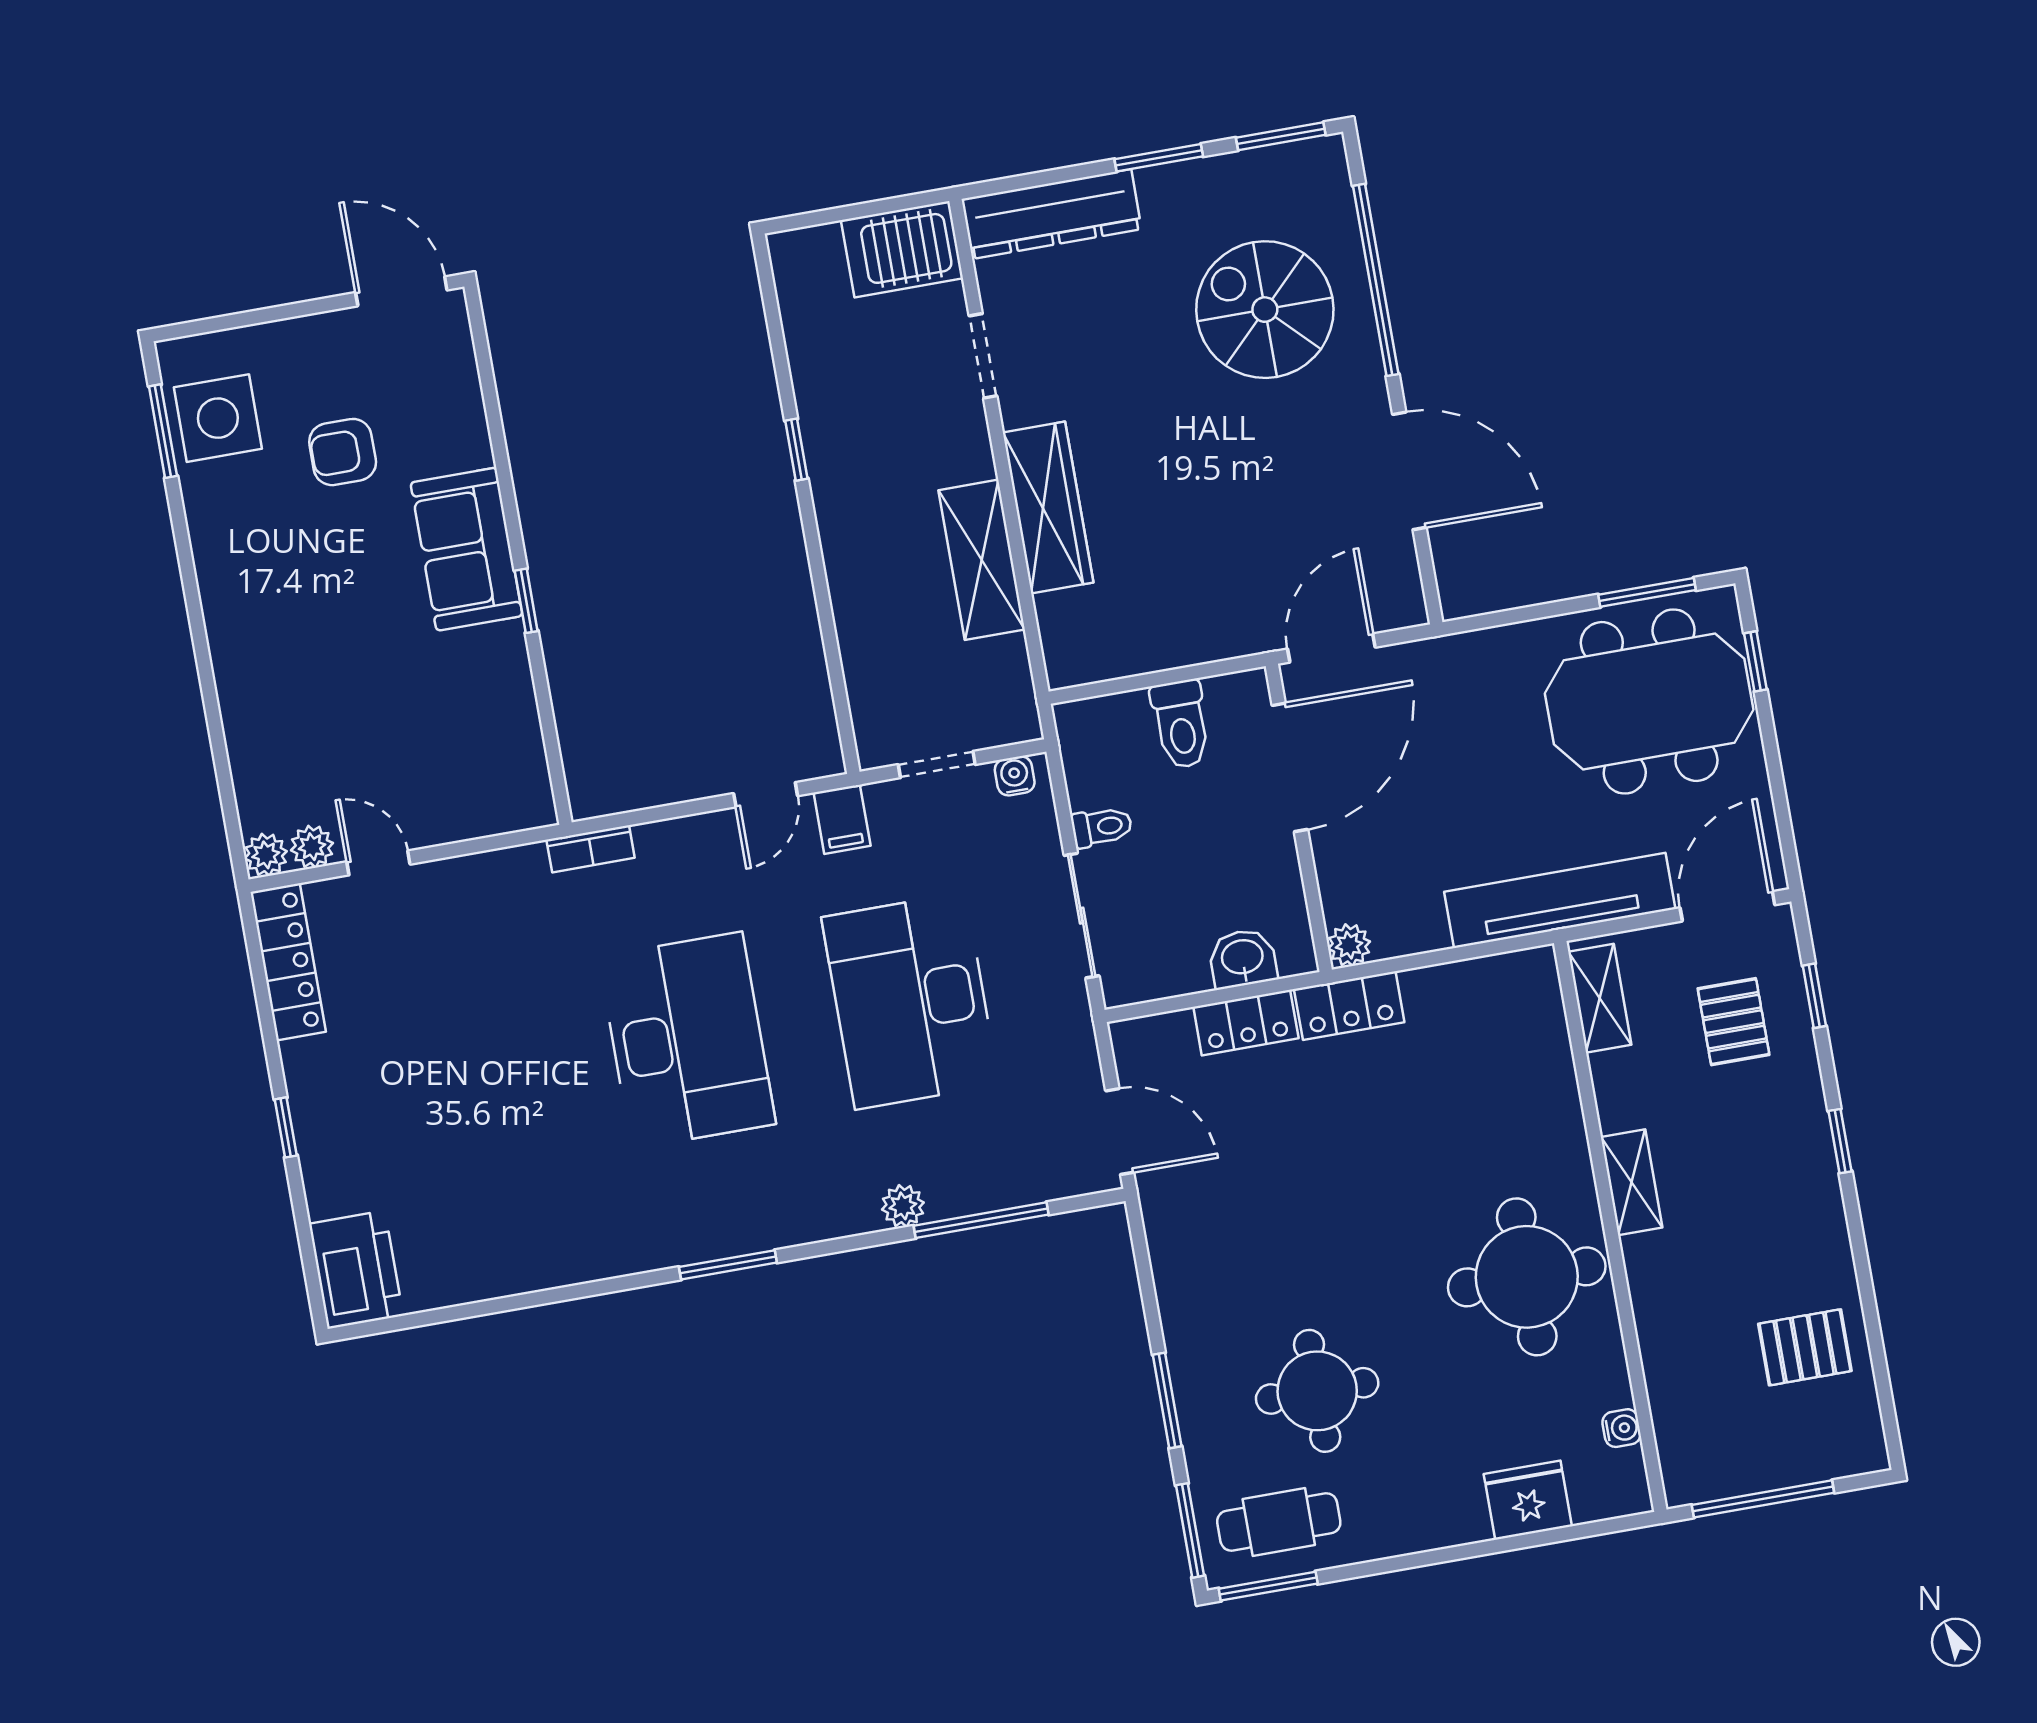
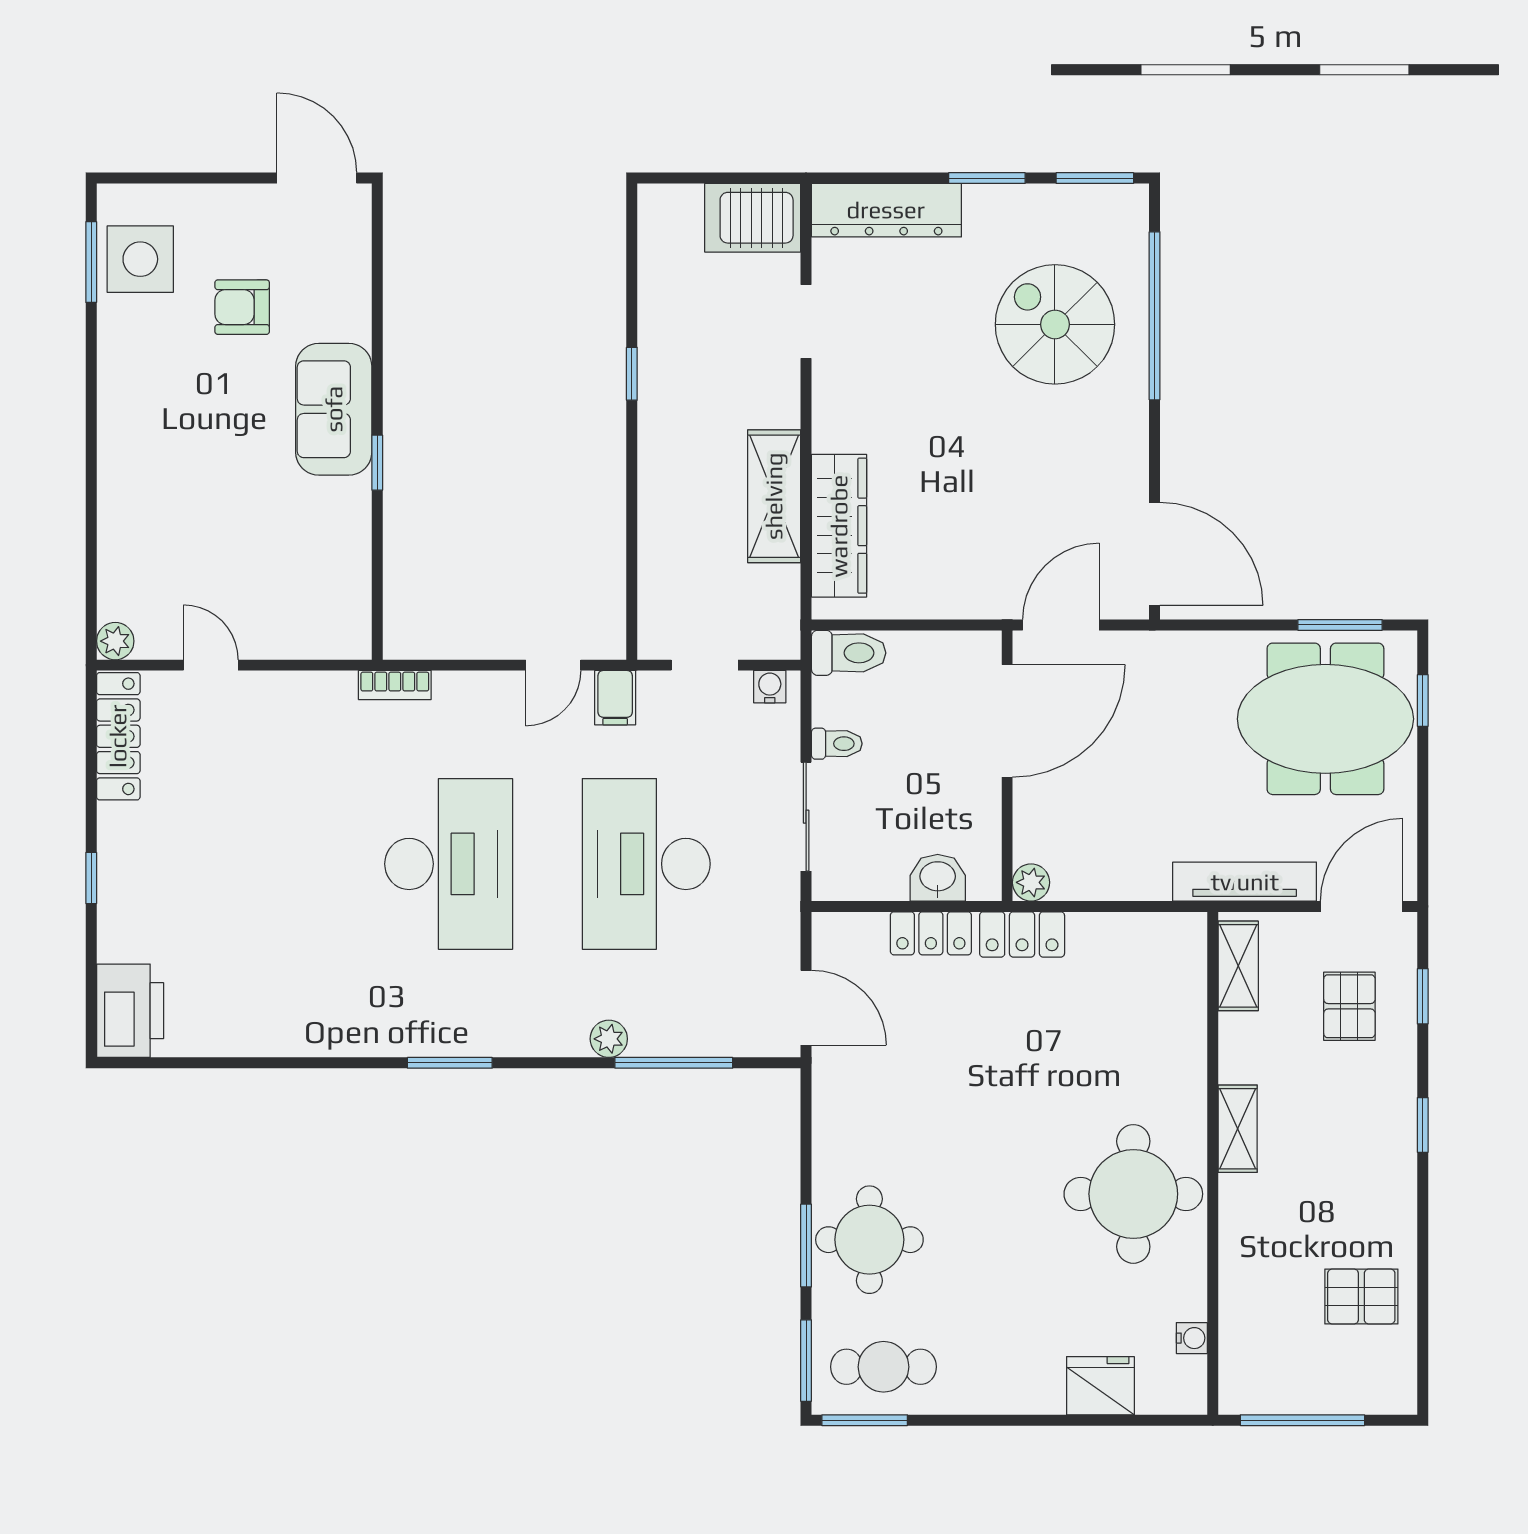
door: (1409, 471) -> (1155, 554), moved
wardrobe: (1048, 507) -> (839, 526), moved
toilet: (1181, 724) -> (849, 653), moved, turned -90
plant: (312, 847) -> (156, 641), removed
tv unit: (1560, 900) -> (1245, 882), width x0.73, depth x0.78
round table: (1317, 1391) -> (869, 1240), moved

